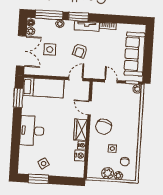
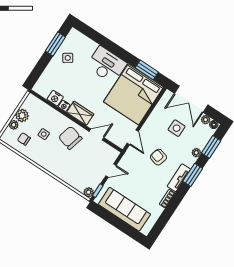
window: (49, 15) -> (211, 147), width x0.69
bed: (43, 88) -> (134, 94), width x2.04

